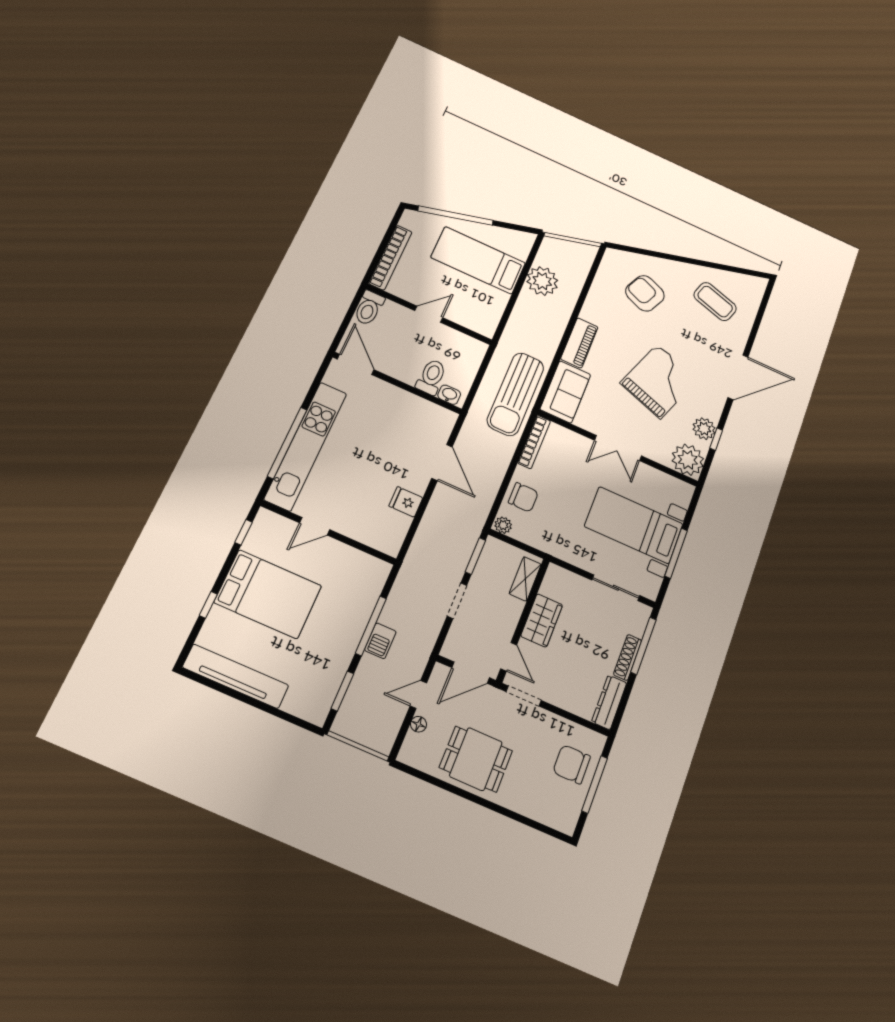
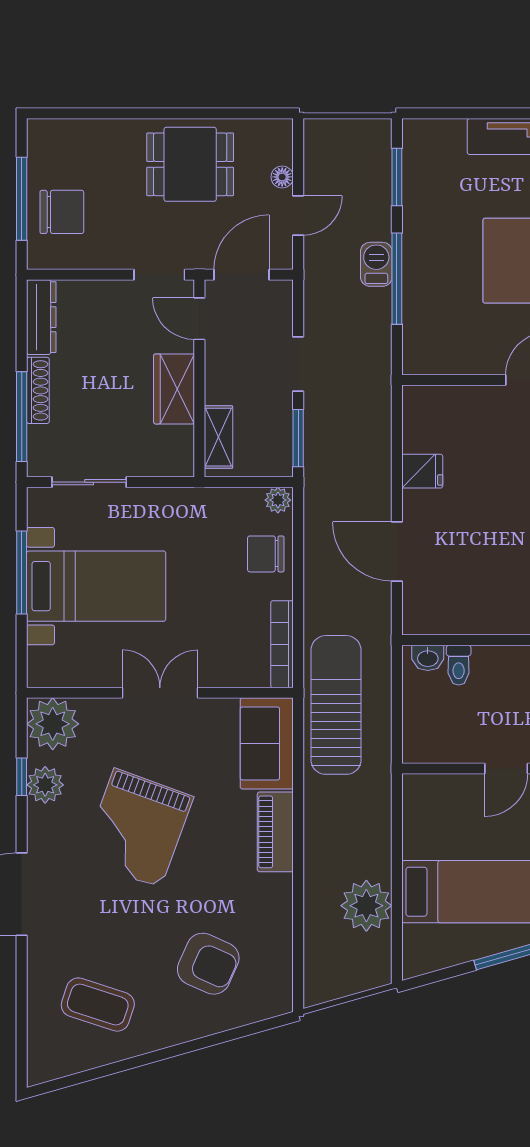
toilet: (431, 377) -> (459, 665), width x0.73, depth x0.72

